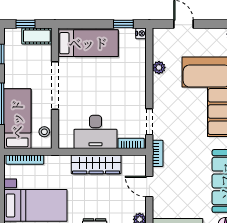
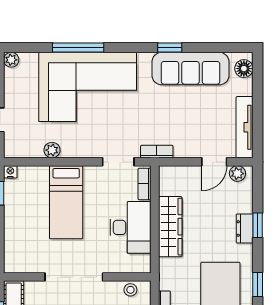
bed: (88, 43) -> (66, 202), moved, turned 180
door: (149, 187) -> (214, 162), moved

